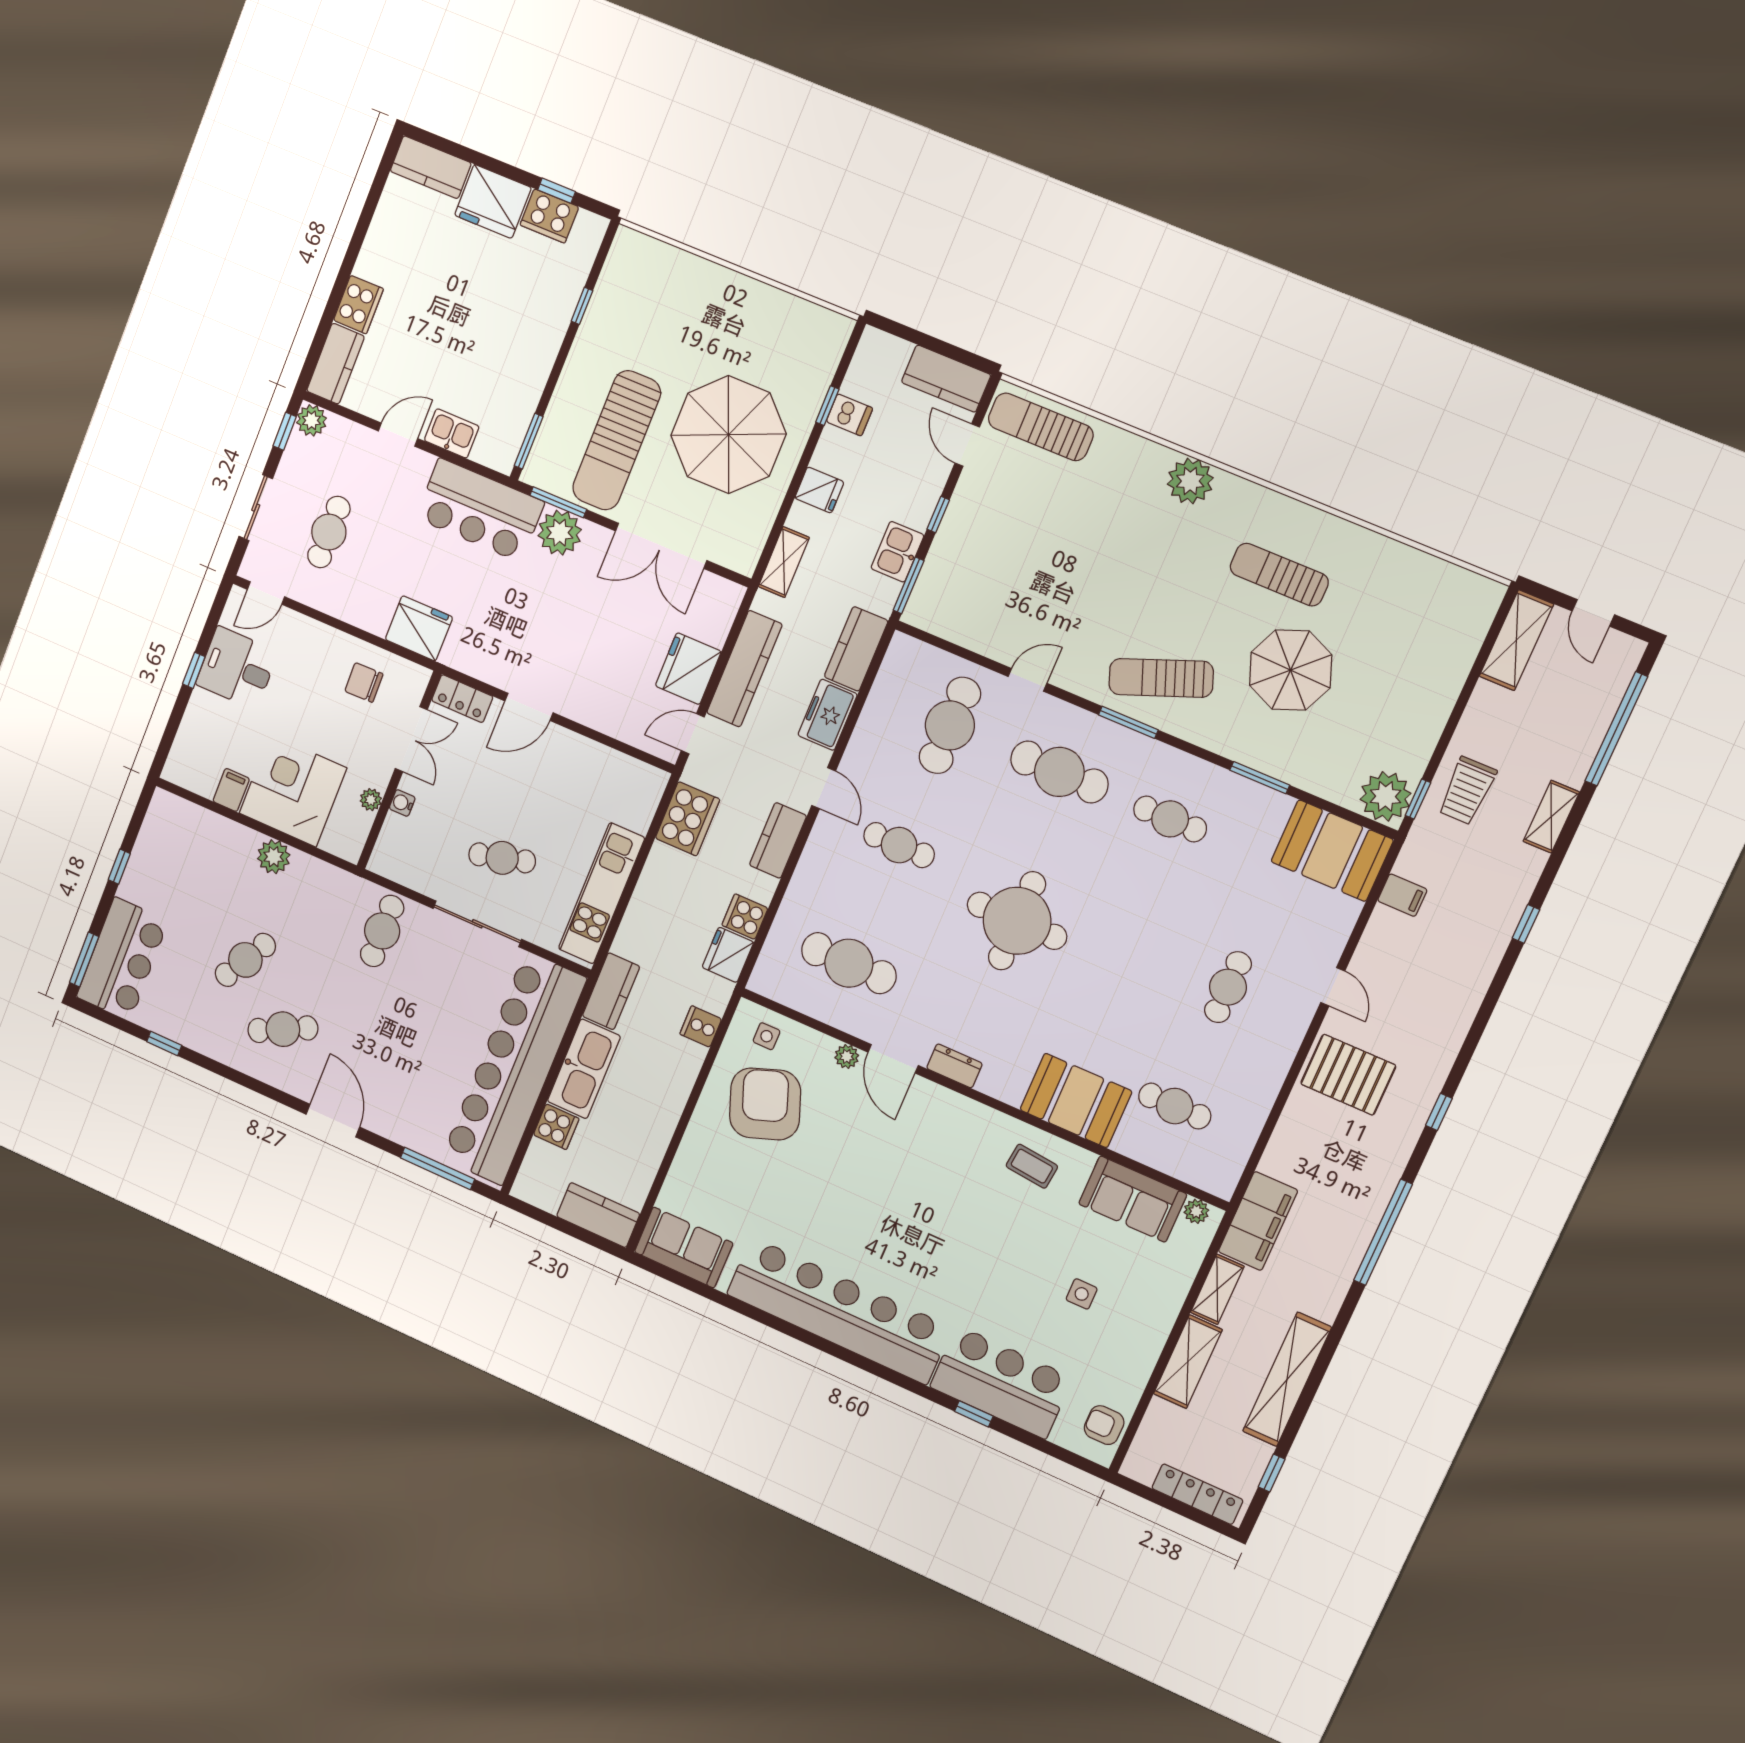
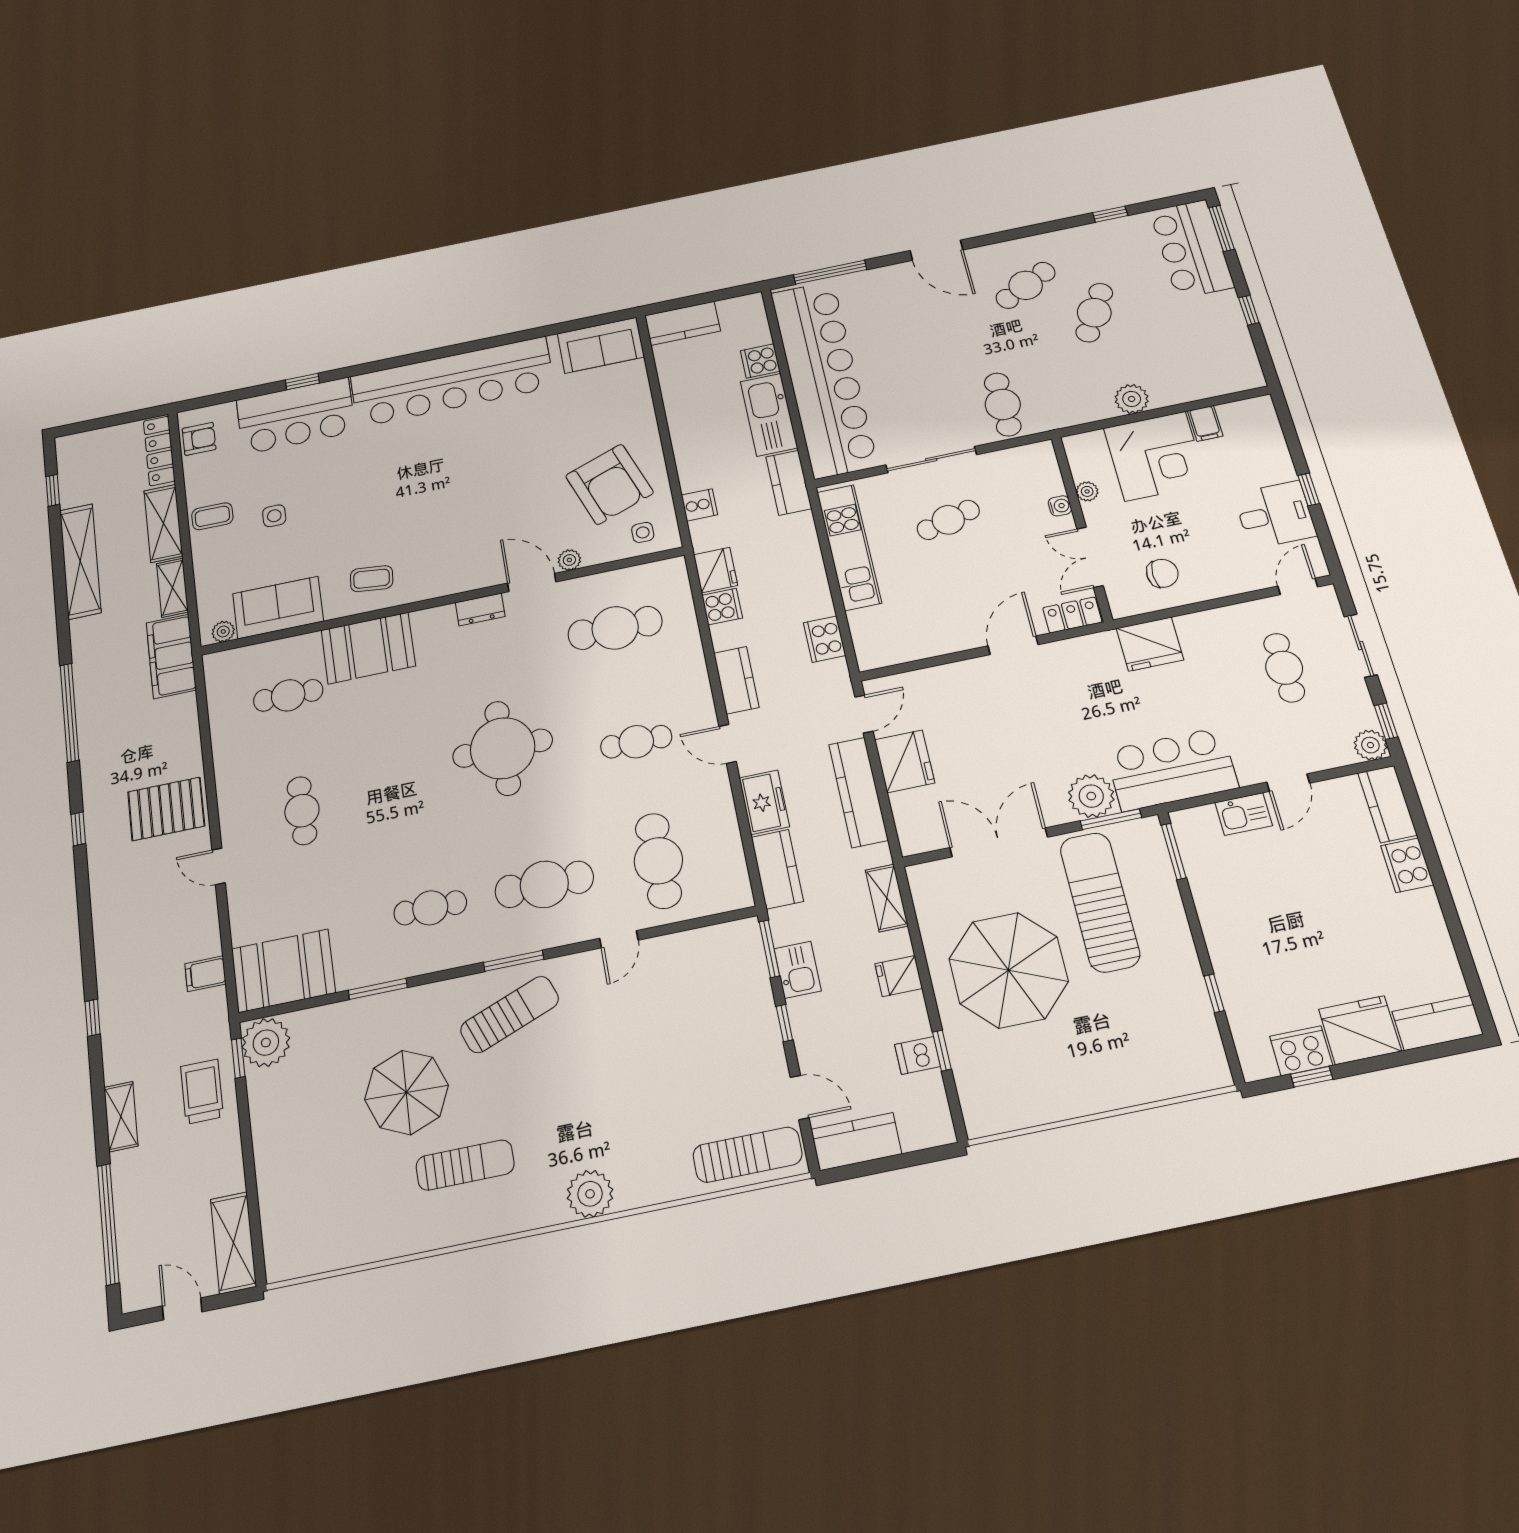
cooker: (687, 819) -> (825, 639), width x0.73, depth x0.76
coffee table: (1138, 1335) -> (212, 516), added
locker: (1197, 1494) -> (159, 451), moved, turned 90

